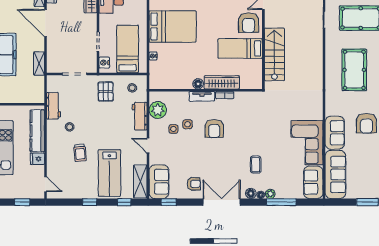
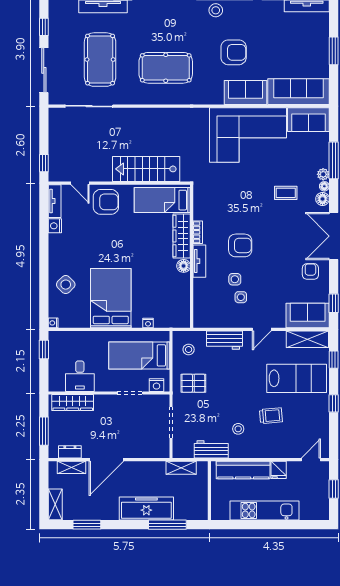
bed: (240, 49) -> (162, 200), moved, turned 90
shelving: (39, 64) -> (181, 468), moved
plant: (158, 110) -> (217, 317), removed
corner sofa: (307, 143) -> (248, 135), width x1.36, depth x1.36

